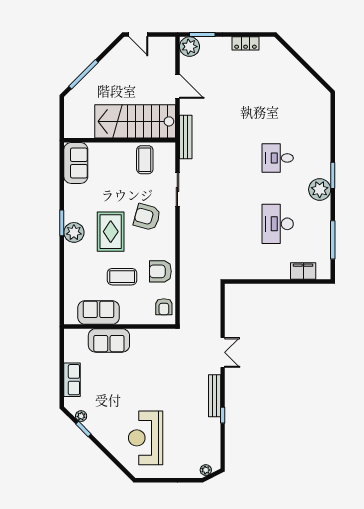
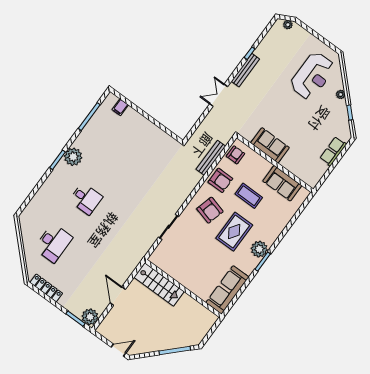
door: (138, 35) -> (118, 350), hinge flipped
locker: (246, 43) -> (46, 288), width x1.53
stairs: (135, 121) -> (159, 284), width x0.73, depth x0.66
bench: (186, 137) -> (211, 158), moved
coffee table: (145, 160) -> (176, 263), removed
sofa: (76, 163) -> (227, 290), width x1.36
armchair: (147, 217) -> (210, 210), moved
desk: (278, 224) -> (53, 243), moved
filing cabinet: (303, 271) -> (120, 107), width x0.50
sofa: (109, 340) -> (270, 145), moved
plant: (81, 416) -> (341, 94), moved

